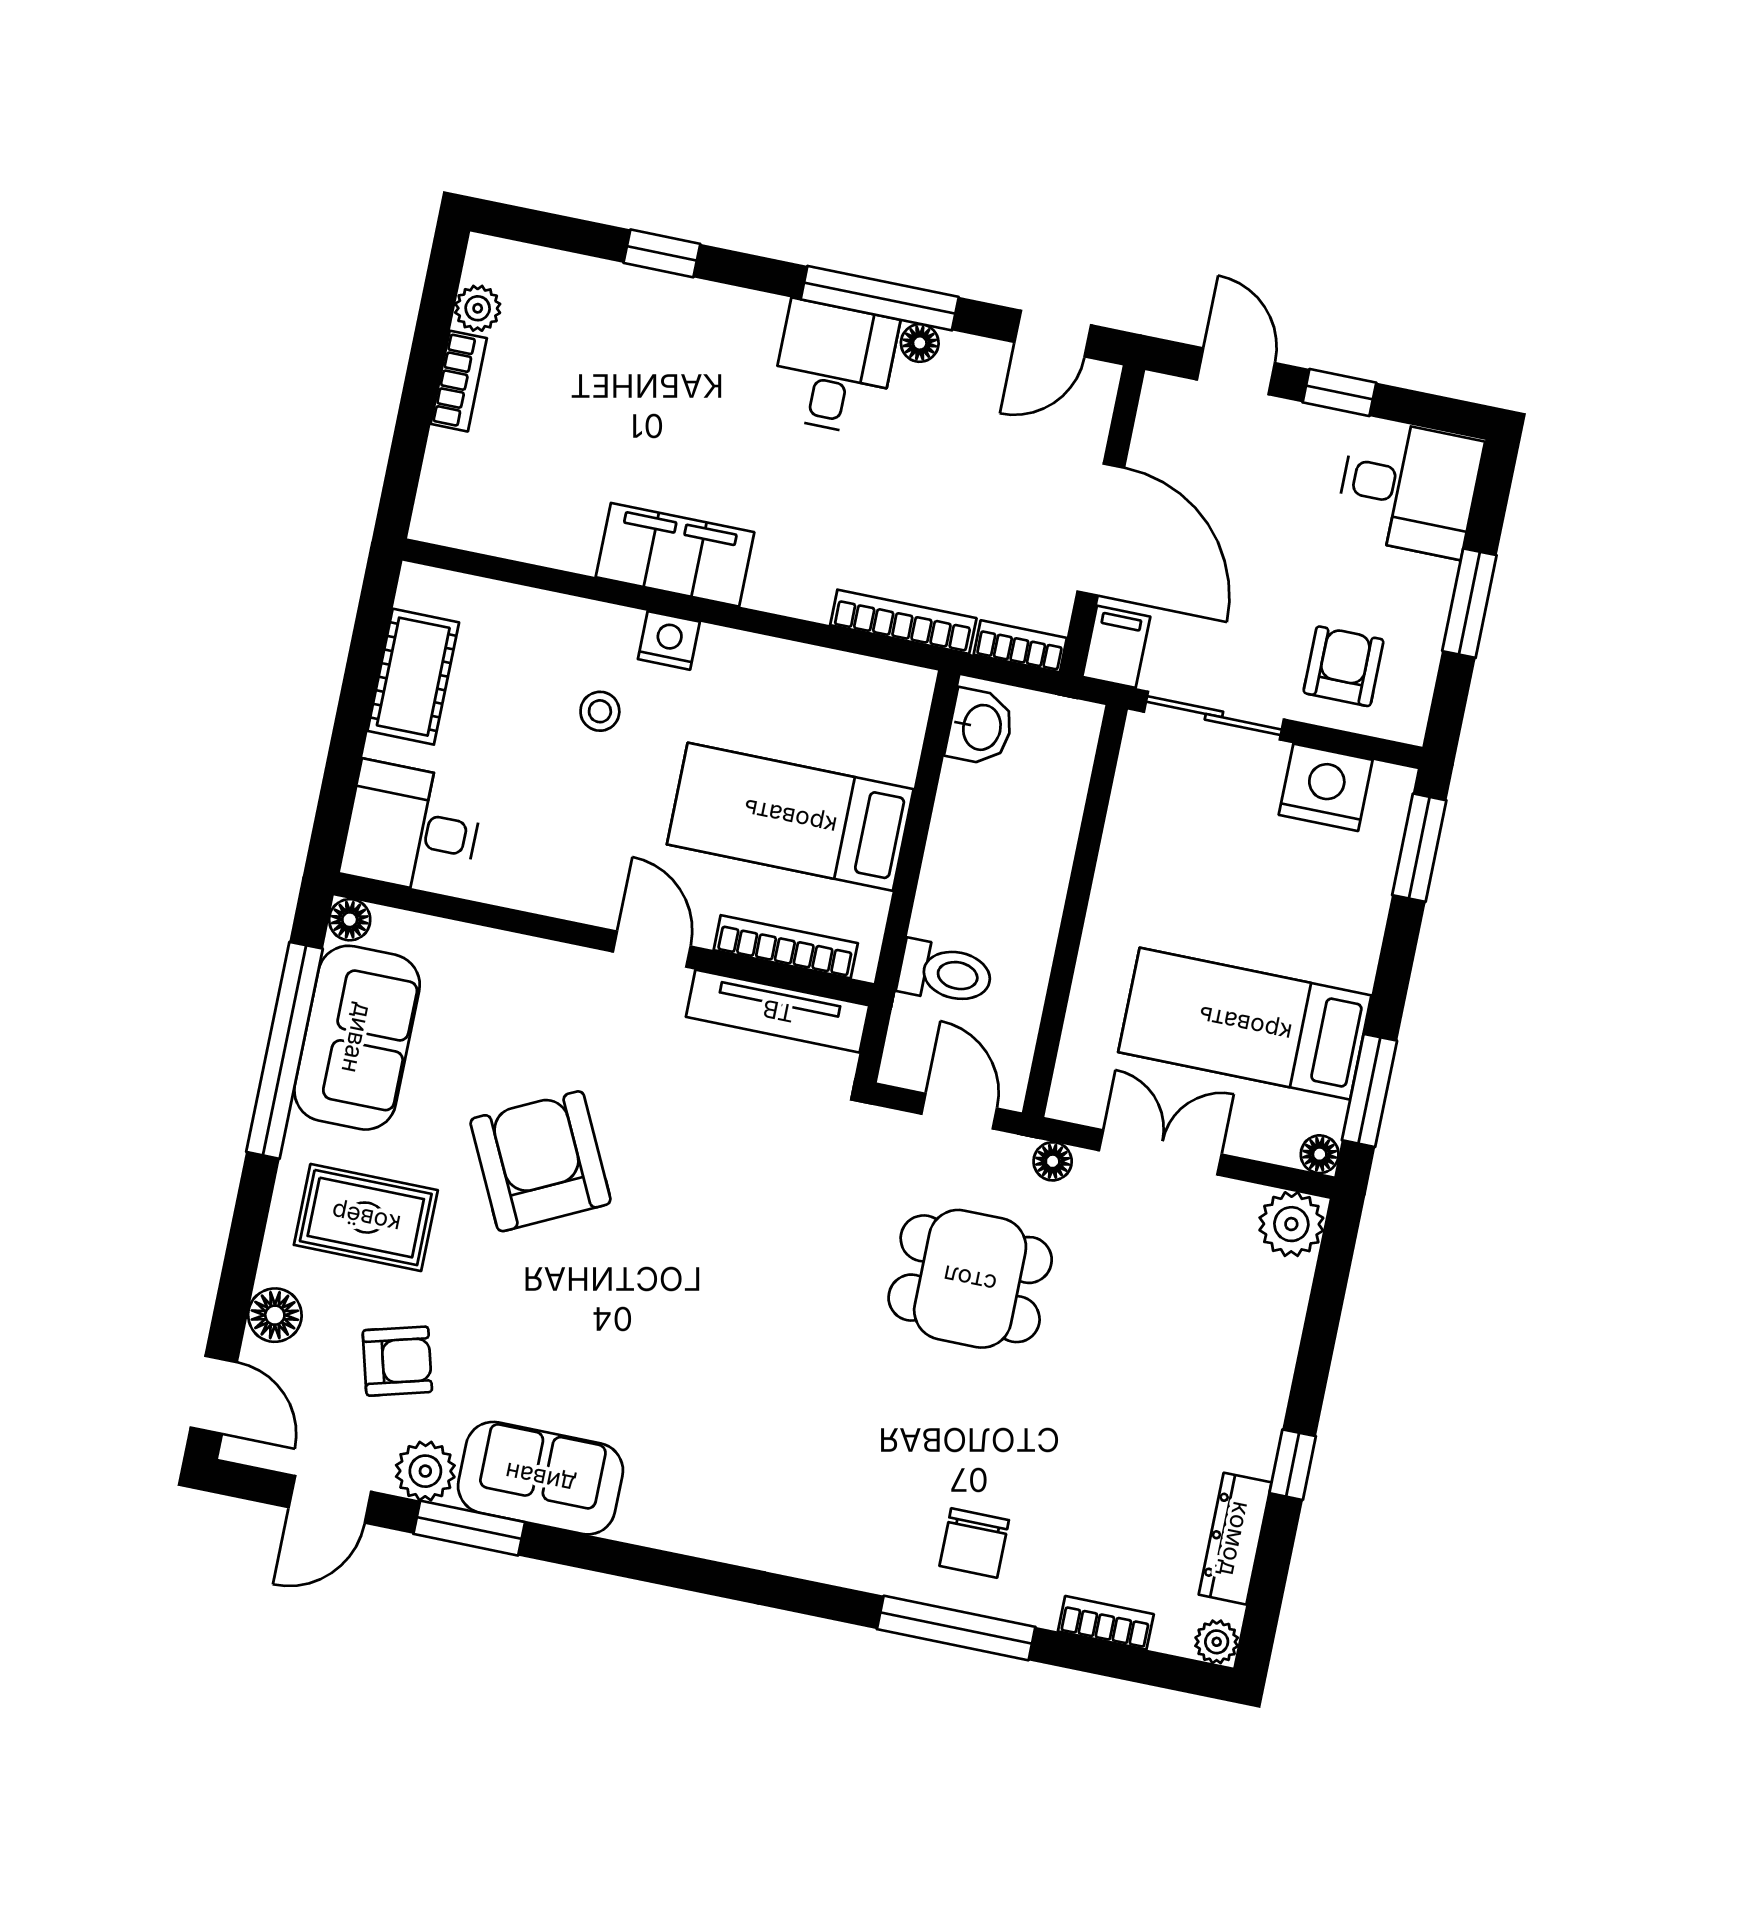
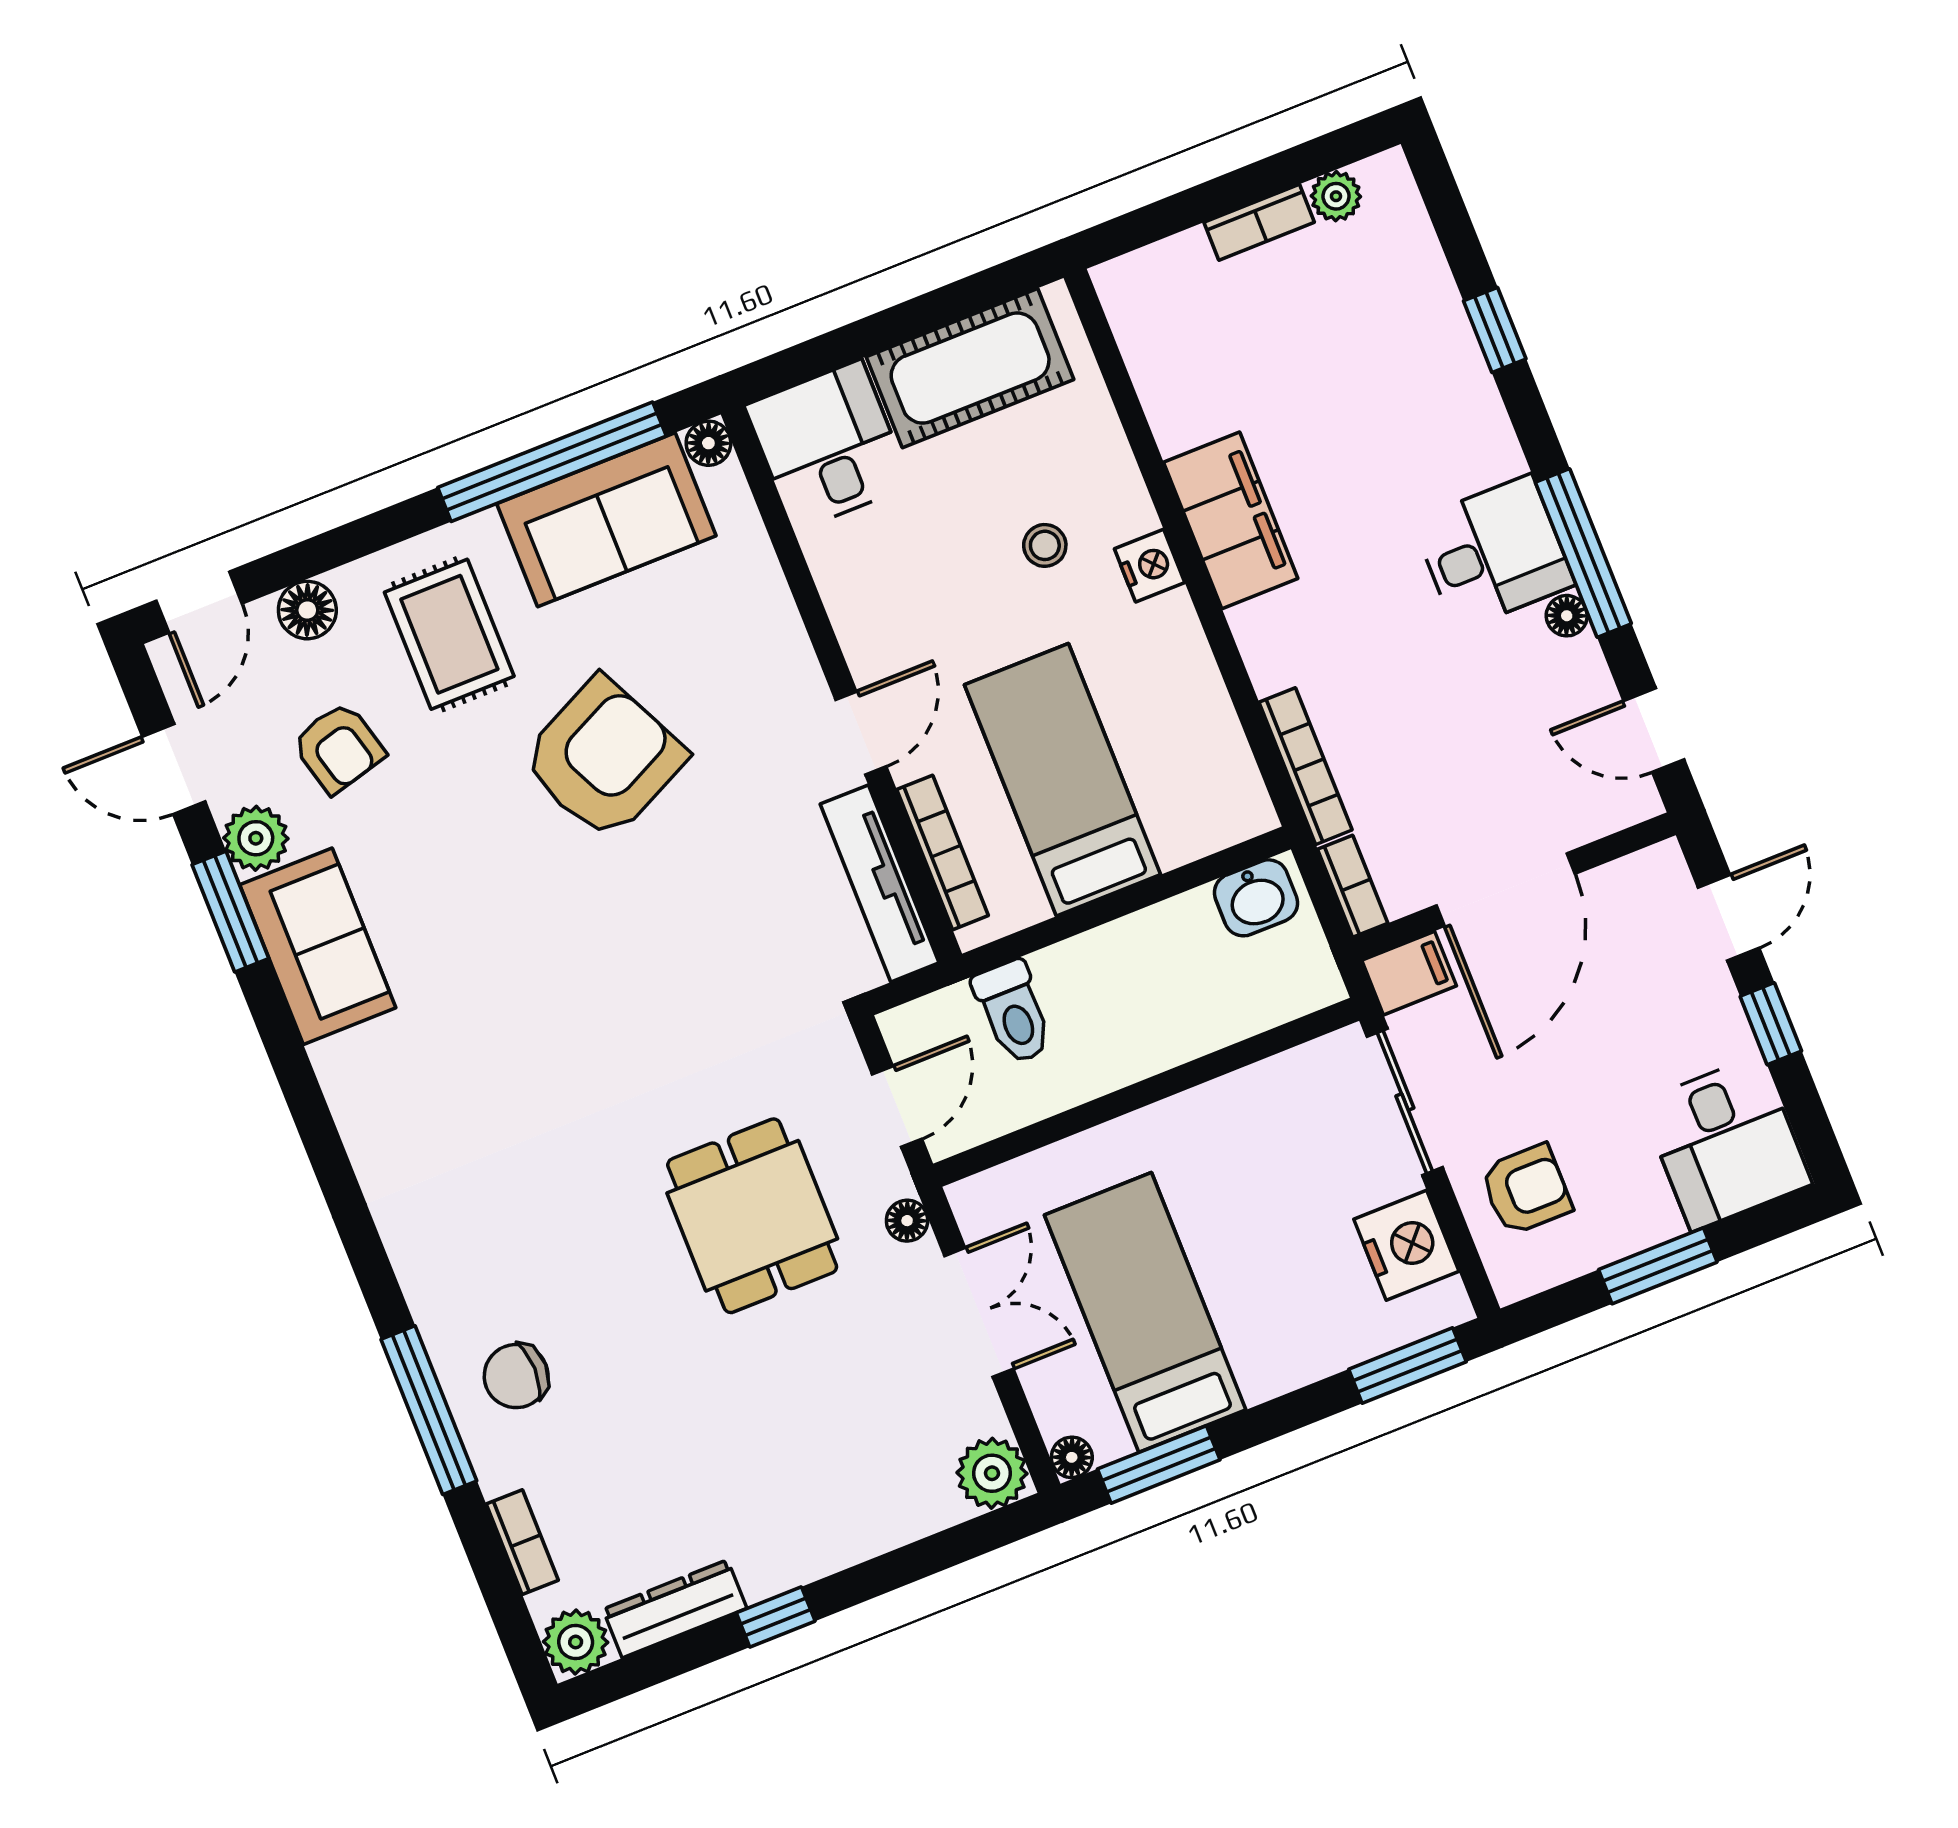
cot: (413, 677) -> (970, 368), width x1.37, depth x1.34
plant: (1217, 1642) -> (576, 1642), width x1.38, depth x1.38

